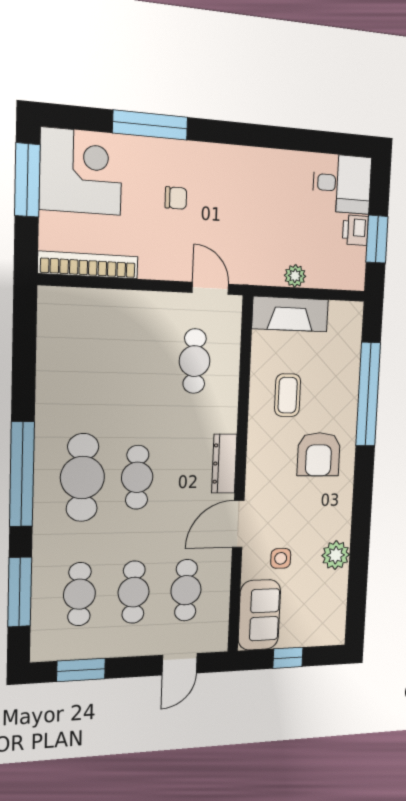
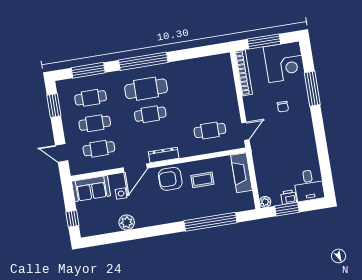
window: (27, 180) -> (264, 41), moved
plant: (295, 276) -> (265, 202), moved
armchair: (319, 454) -> (170, 179), moved
door: (238, 524) -> (135, 168), swing flipped
window: (288, 658) -> (72, 219), moved

